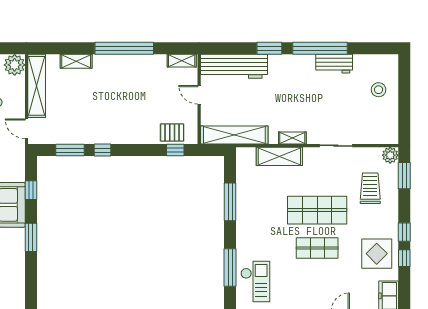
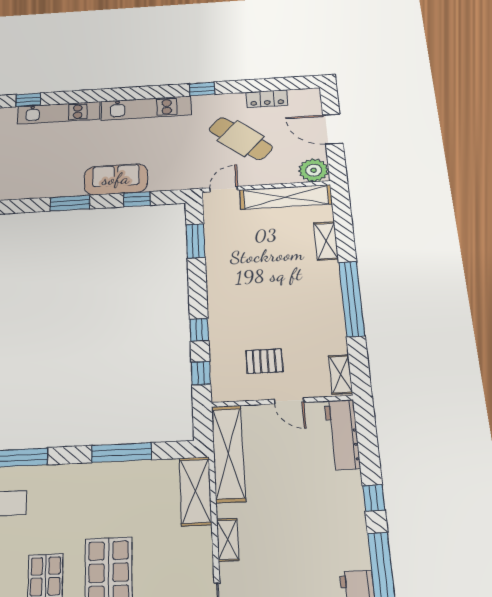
window: (269, 48) -> (374, 498), width x0.67
workbench: (234, 66) -> (342, 434), width x0.73, depth x0.76
door: (199, 95) -> (289, 401), swing flipped
pallet: (172, 133) -> (264, 361), moved, turned 90
window: (103, 150) -> (199, 330), moved
shelving: (279, 156) -> (195, 491), moved

